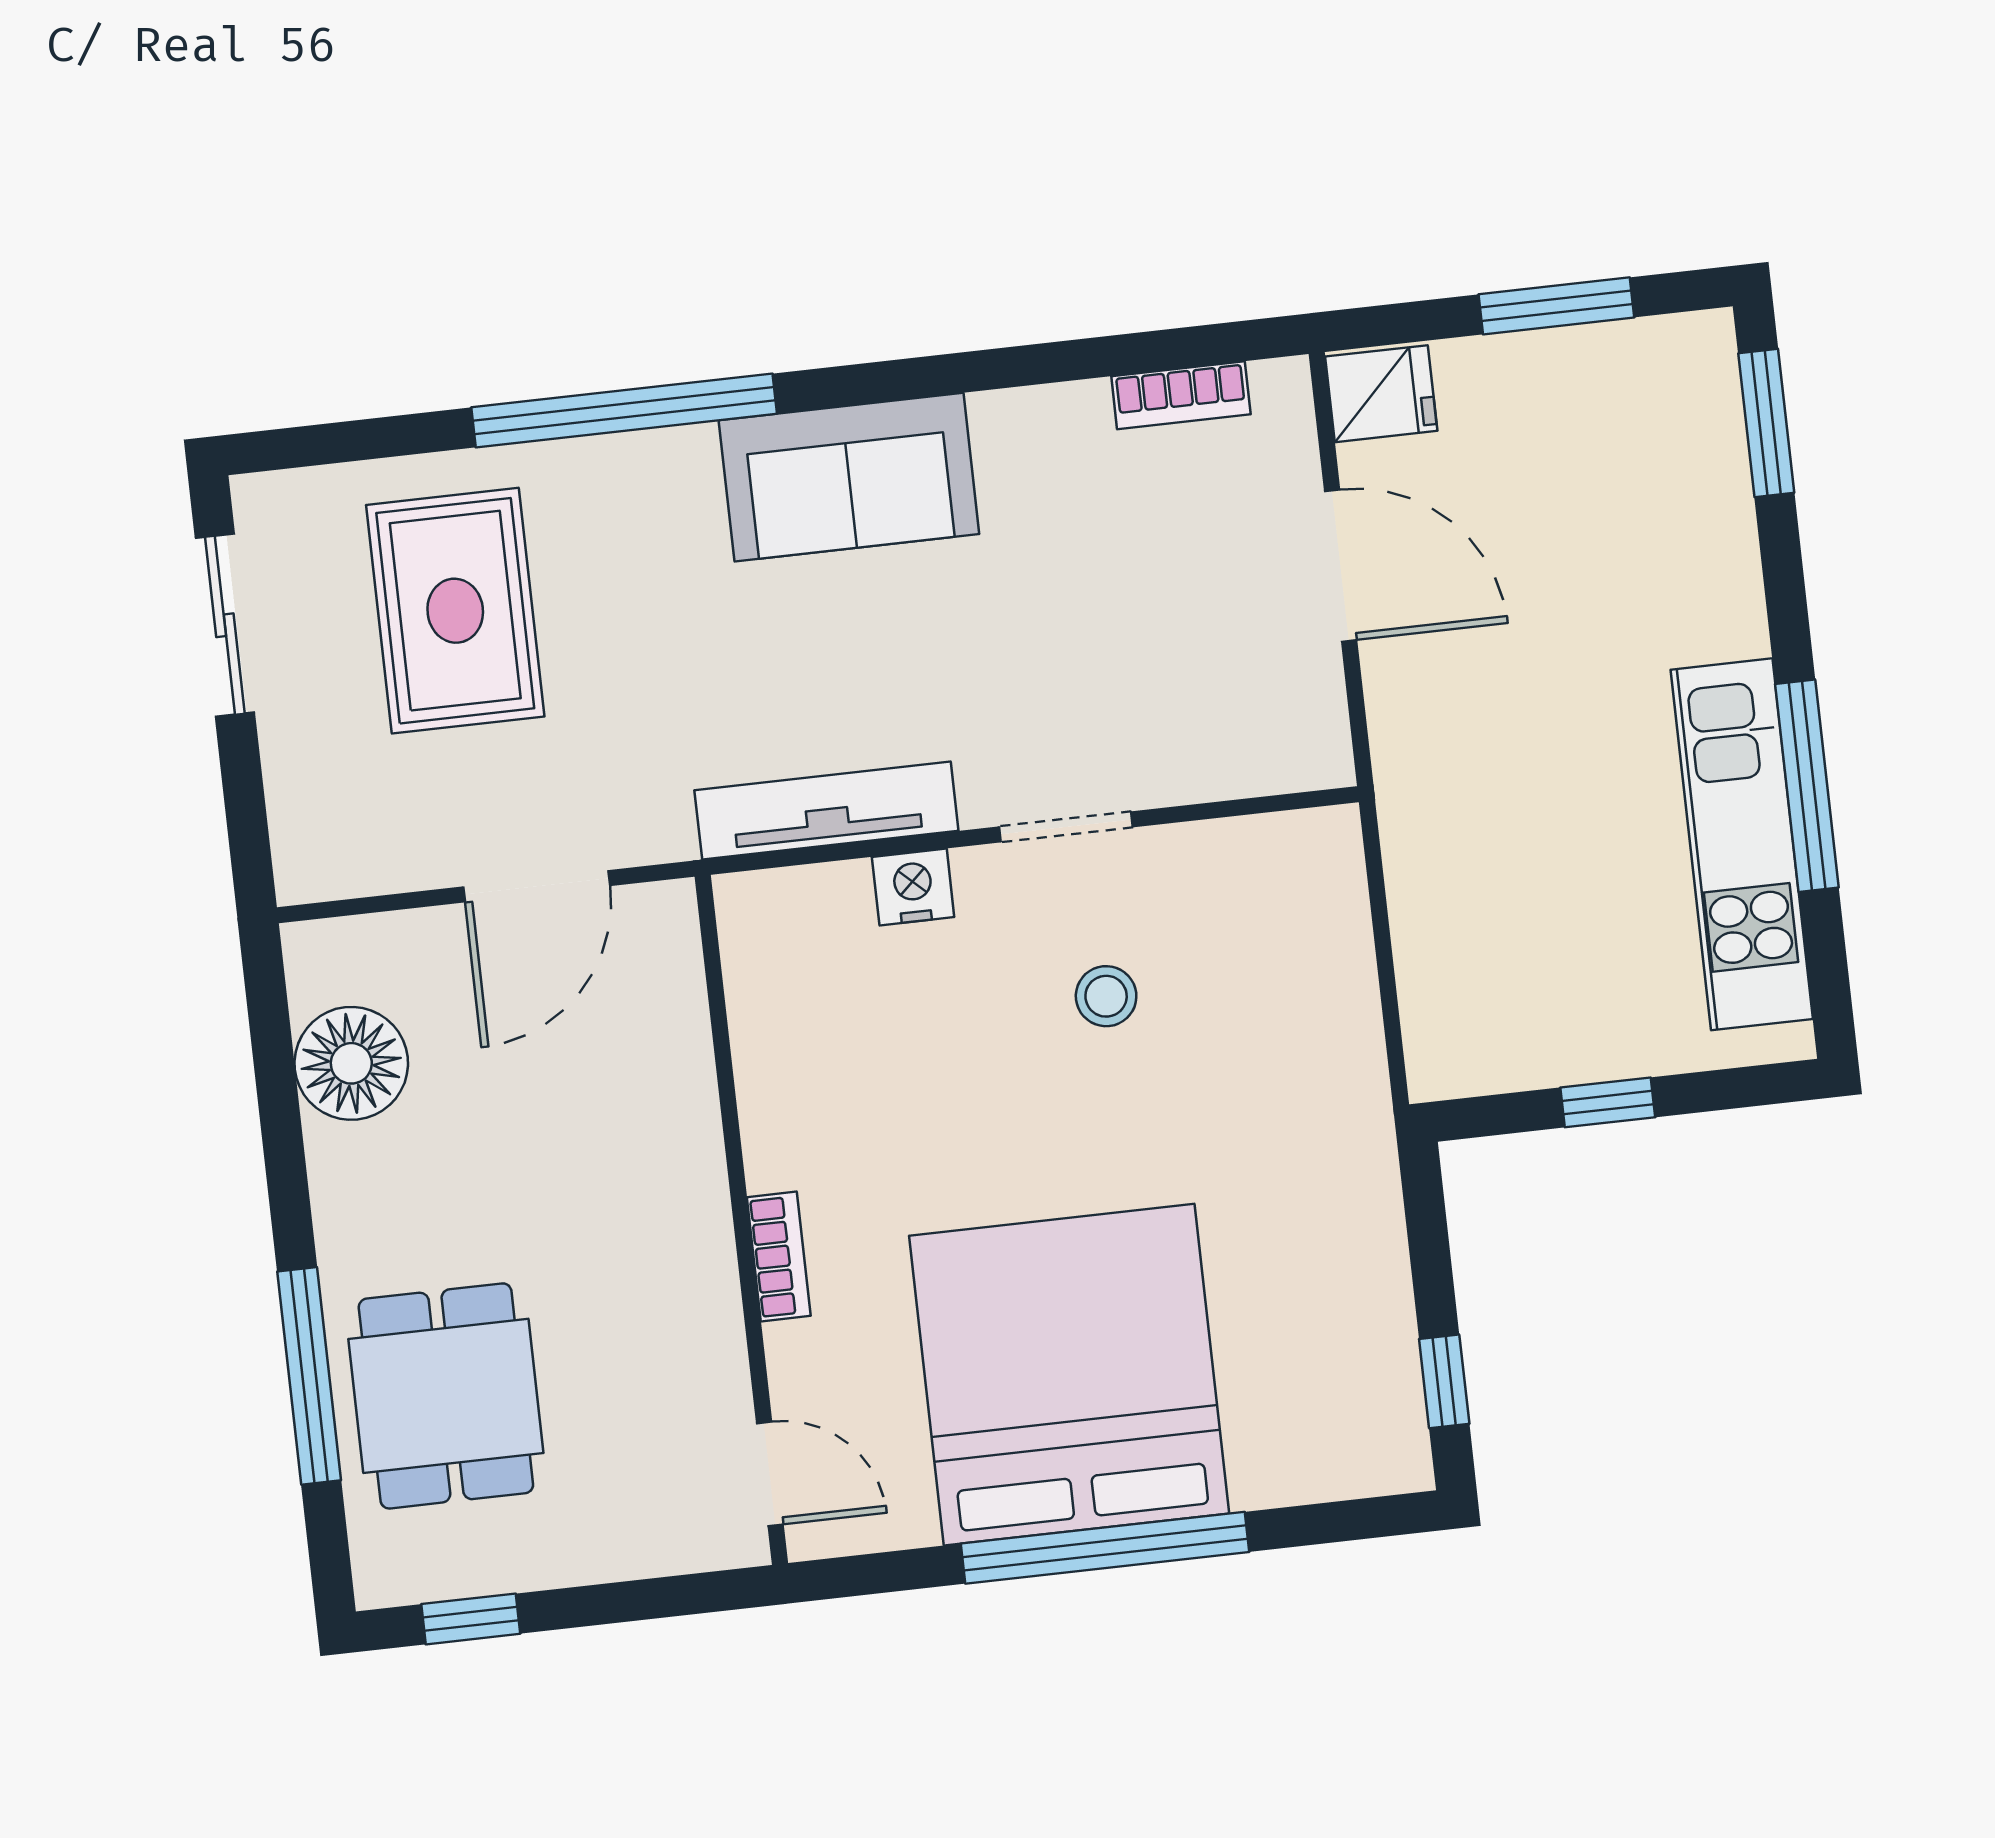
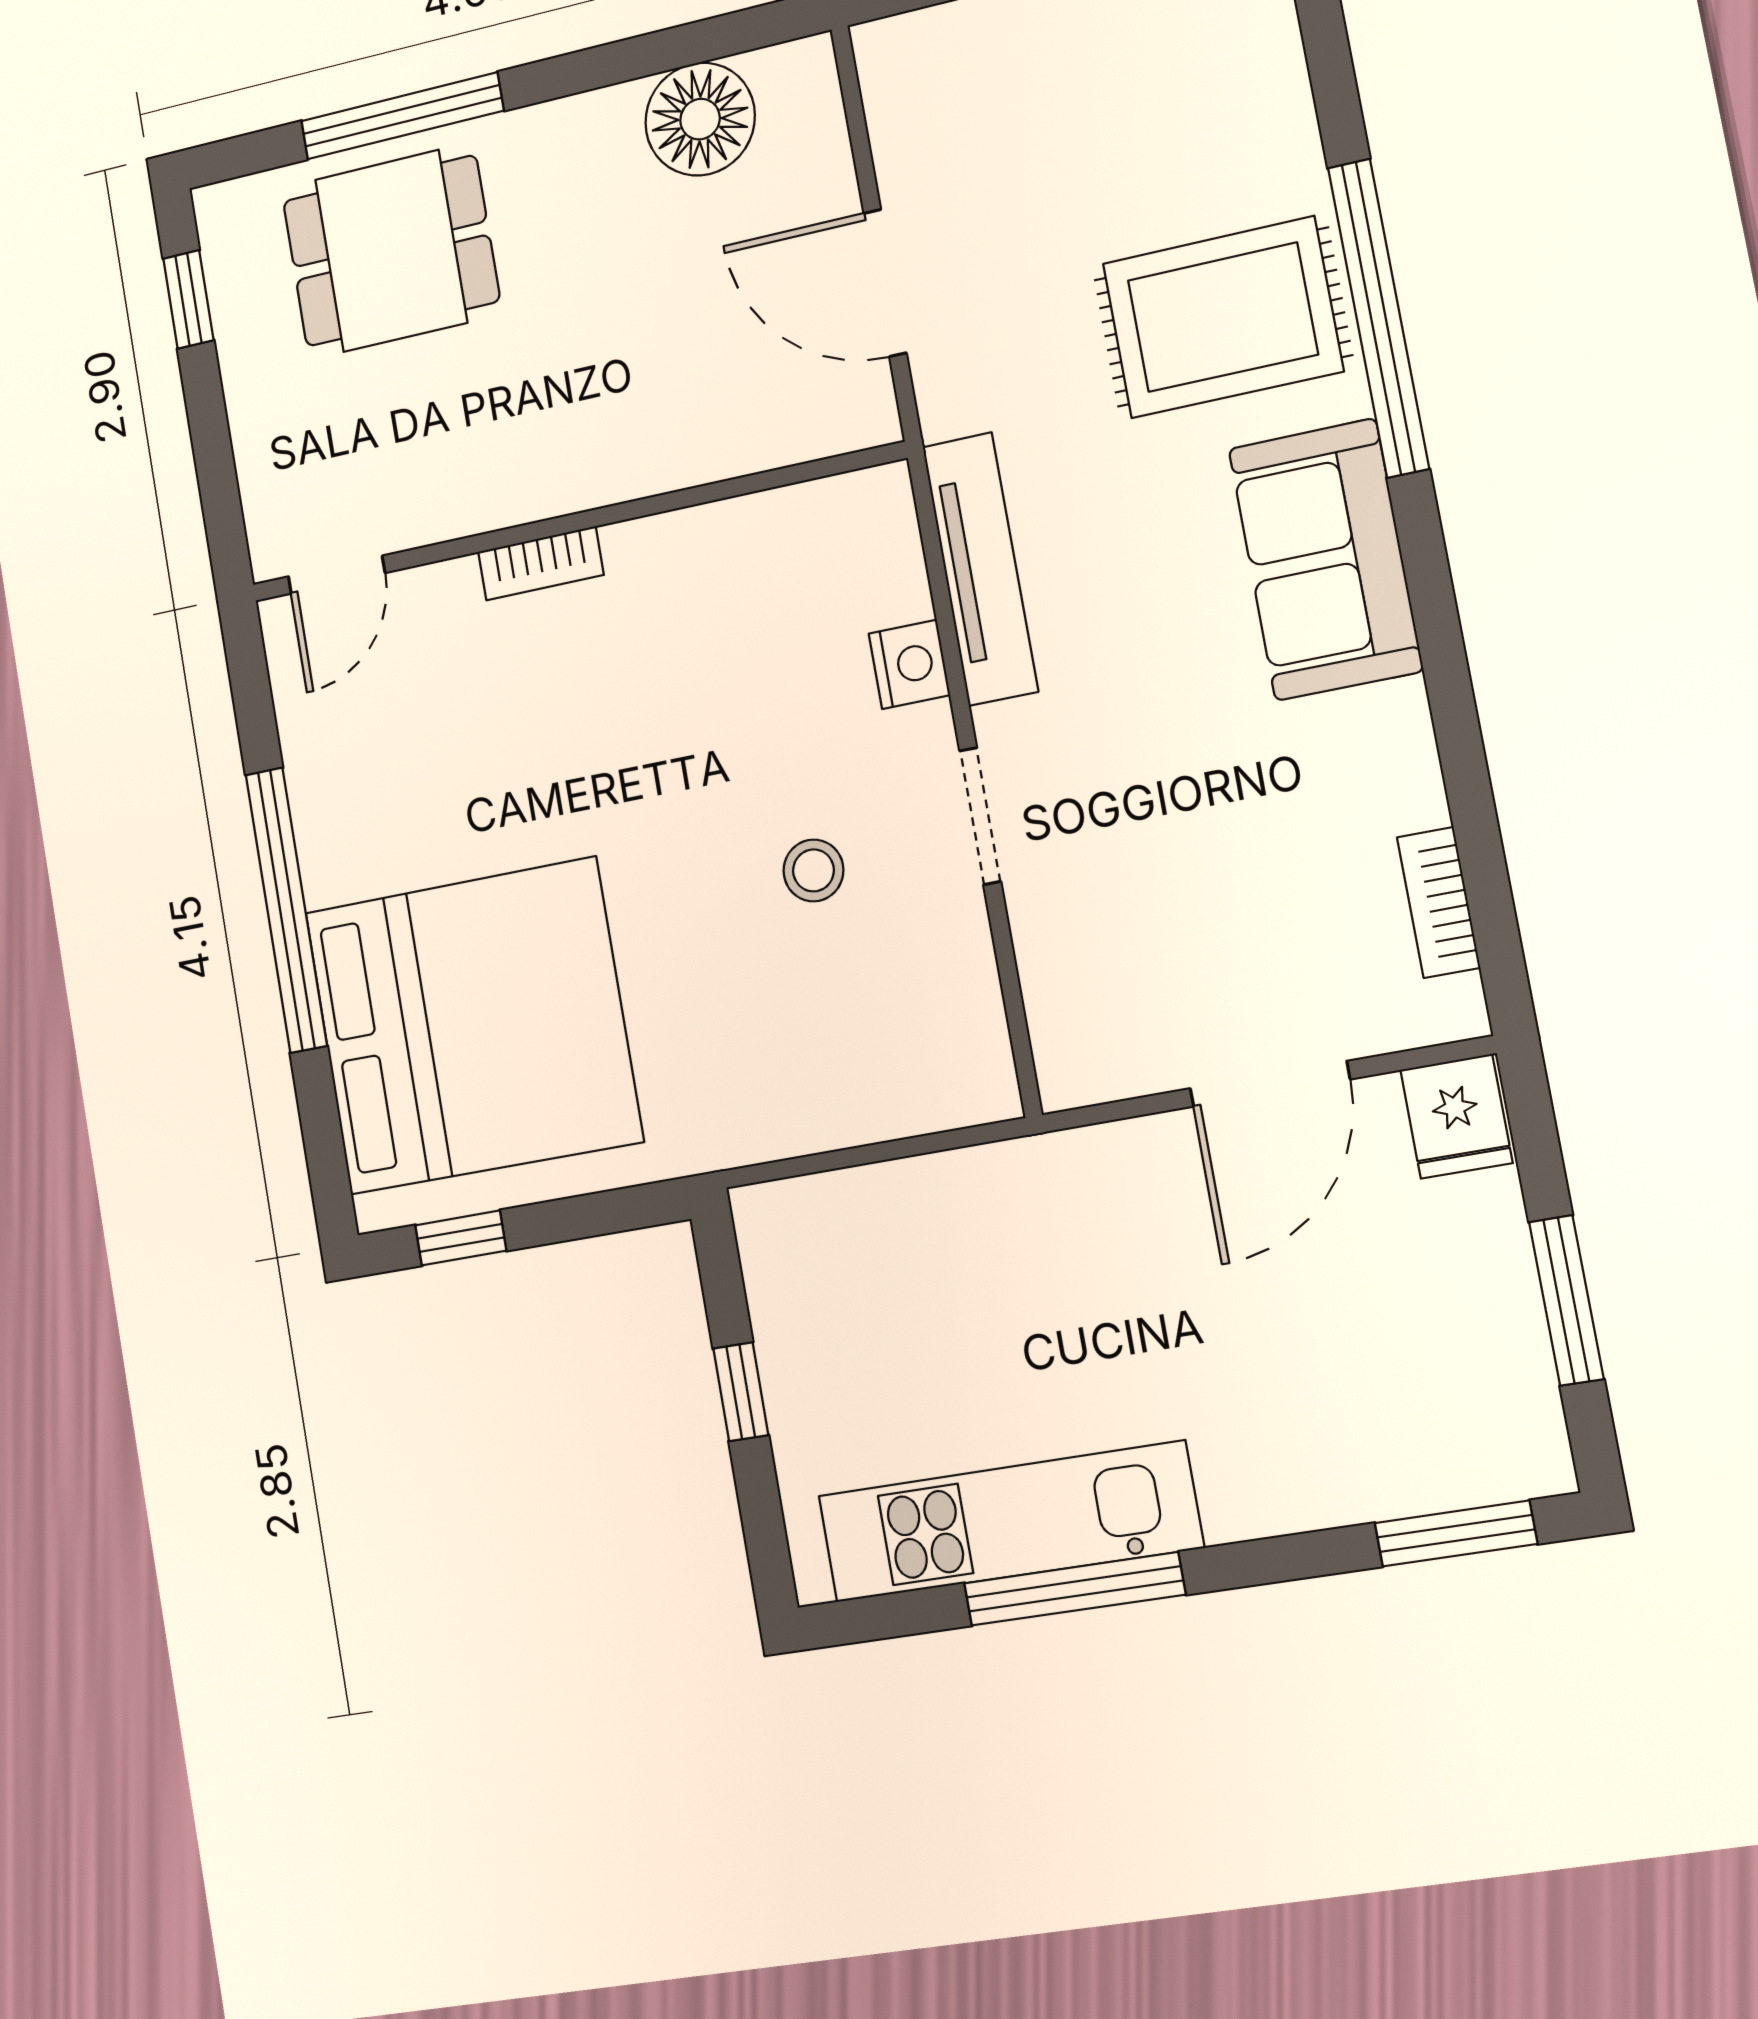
rug: (455, 611) -> (1223, 317), moved
bed: (1069, 1375) -> (473, 1026), moved

